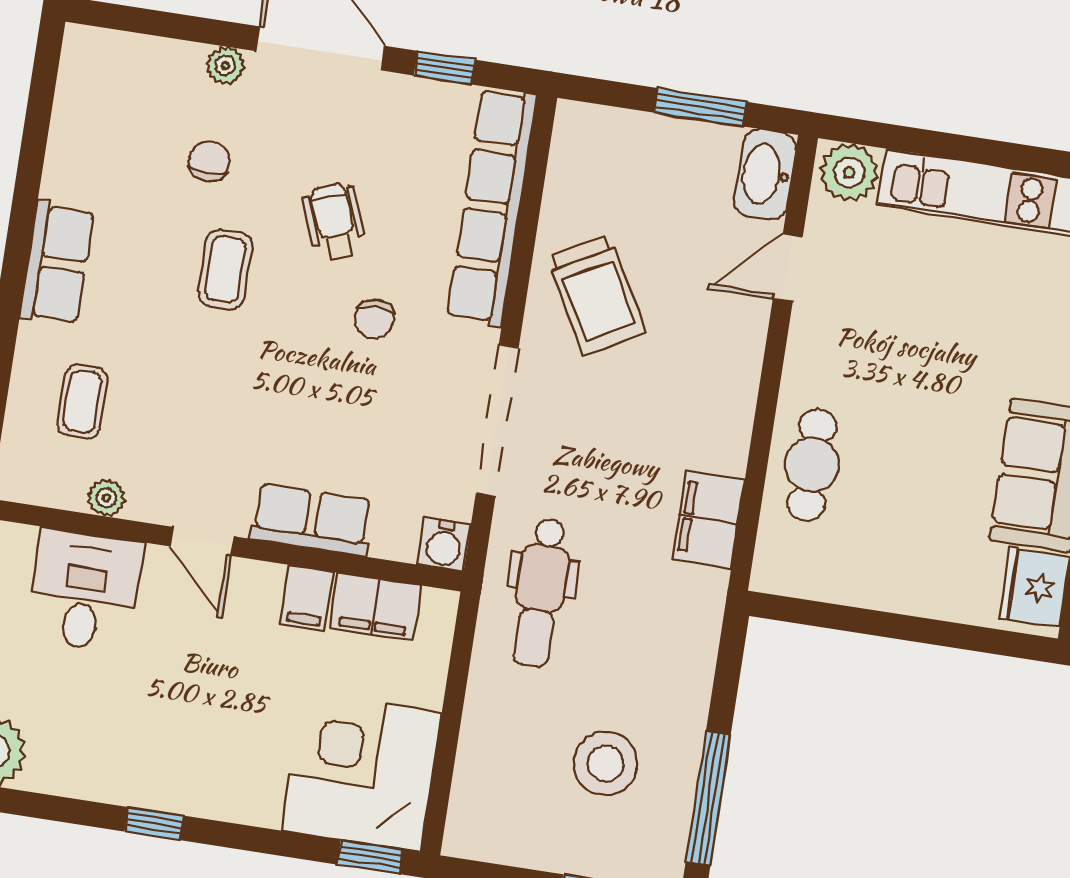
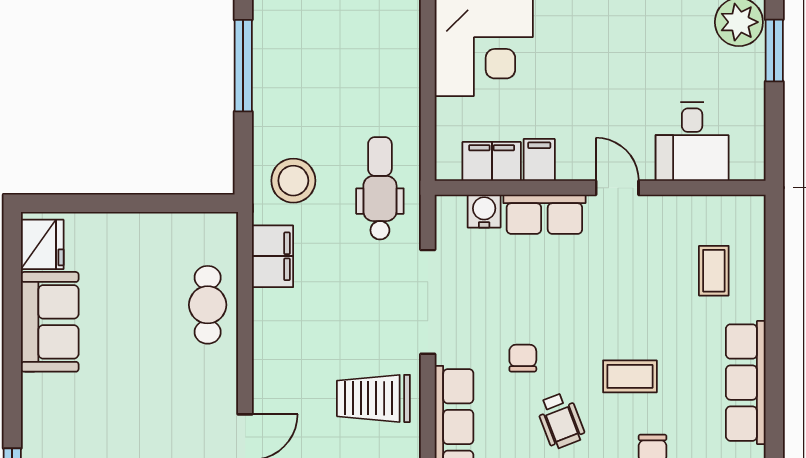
row of seats: (57, 263) -> (746, 383), width x1.48
coffee table: (225, 269) -> (630, 376), turned 90
trolley: (596, 294) -> (373, 398), turned -61
plant: (106, 498) -> (687, 207), removed
water cooler: (444, 545) -> (484, 211), moved
stool: (606, 764) -> (293, 181), moved

